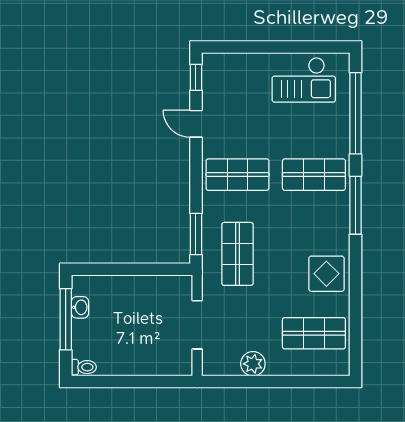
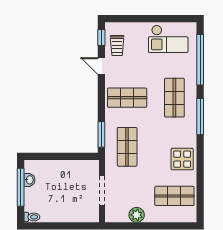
trolley: (221, 90) -> (117, 45), added
shop shelf: (314, 175) -> (174, 98), turned 90

